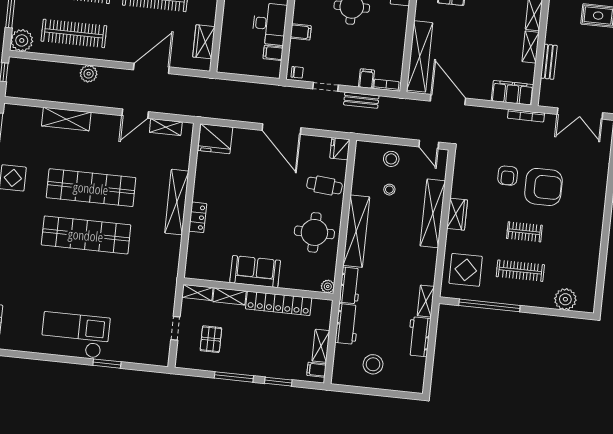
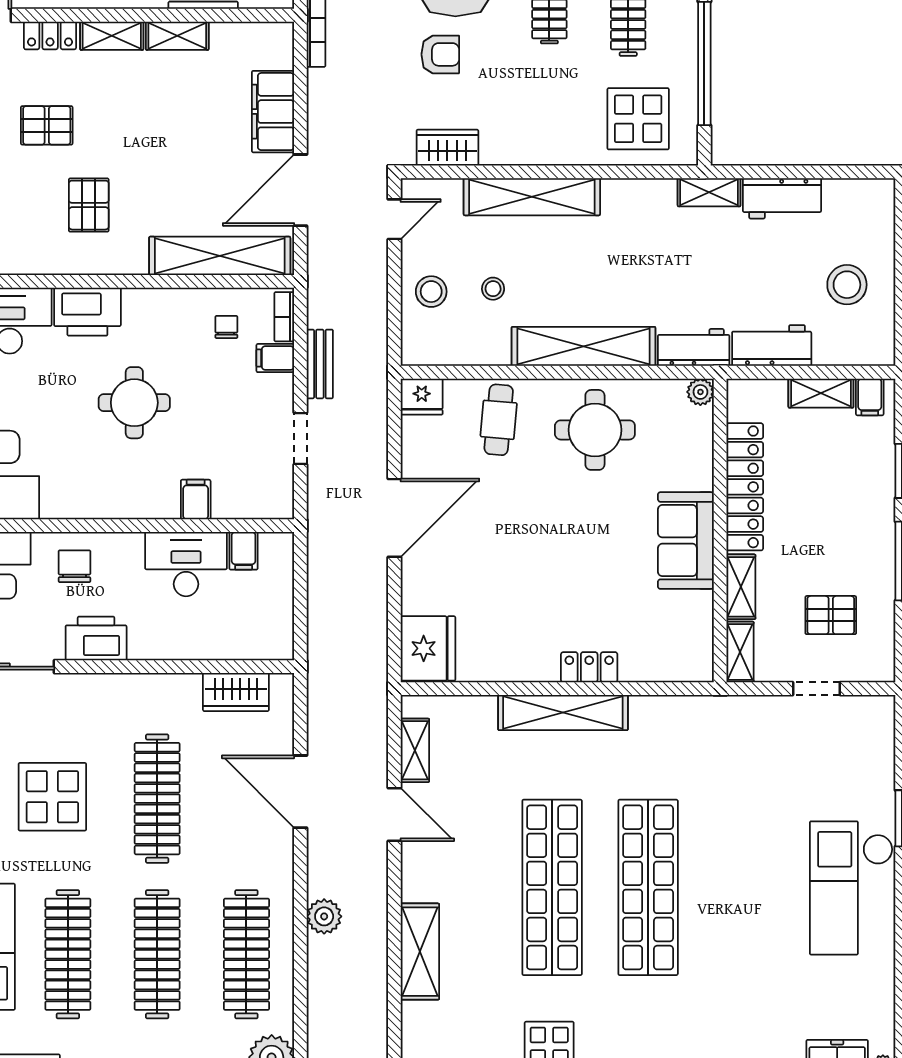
chair: (297, 72) -> (226, 327), moved
filing cabinet: (512, 93) -> (273, 112), moved
wardrobe: (457, 214) -> (447, 148), moved

